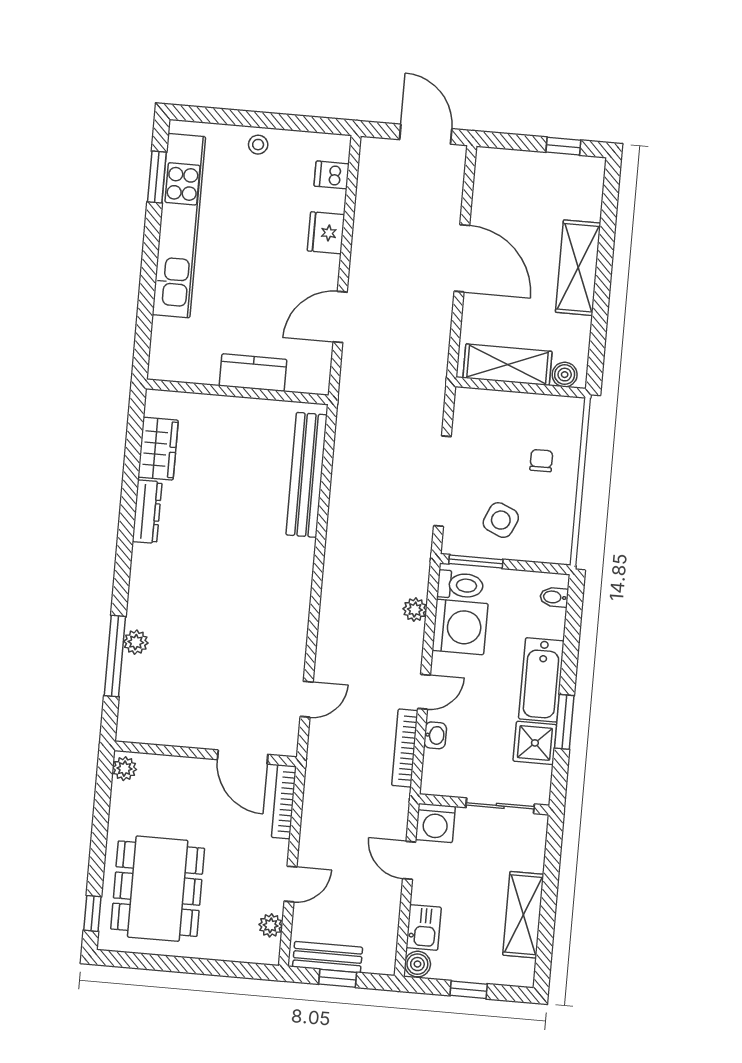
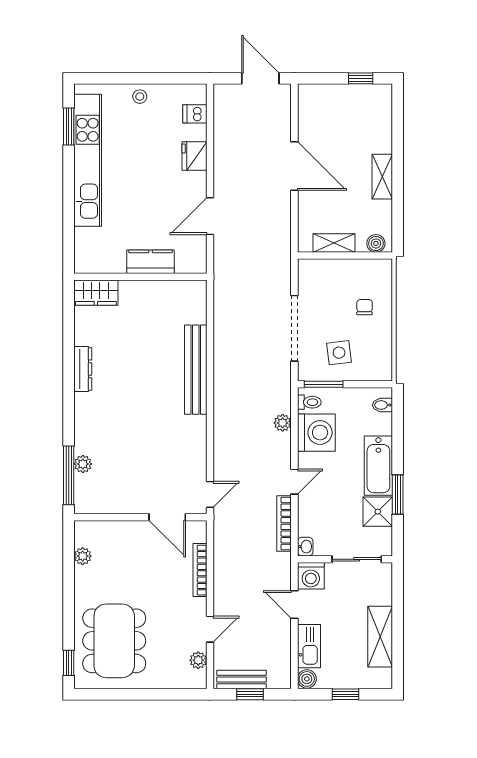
shelving: (578, 268) -> (382, 177), width x0.67, depth x0.75
shelving: (507, 365) -> (334, 243), width x0.67, depth x0.75
wardrobe: (158, 449) -> (96, 293), moved, turned 90
bench: (307, 475) -> (196, 370), moved
side table: (501, 520) -> (339, 353), turned -31
toilet: (460, 585) -> (309, 402), width x0.73, depth x0.72
washbasin: (435, 735) -> (305, 547), moved
wall: (206, 754) -> (140, 517), moved
door: (243, 757) -> (167, 517), moved
kitchen sink: (424, 927) -> (309, 646), width x1.38

